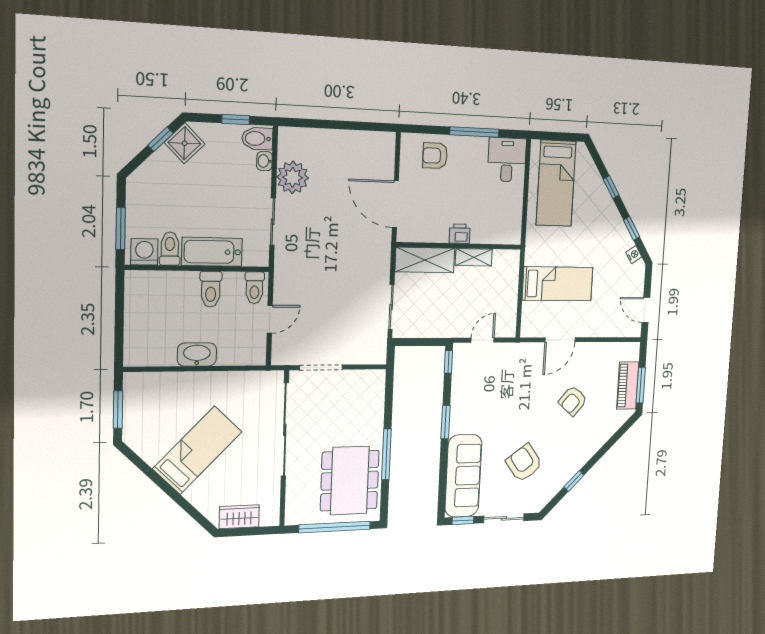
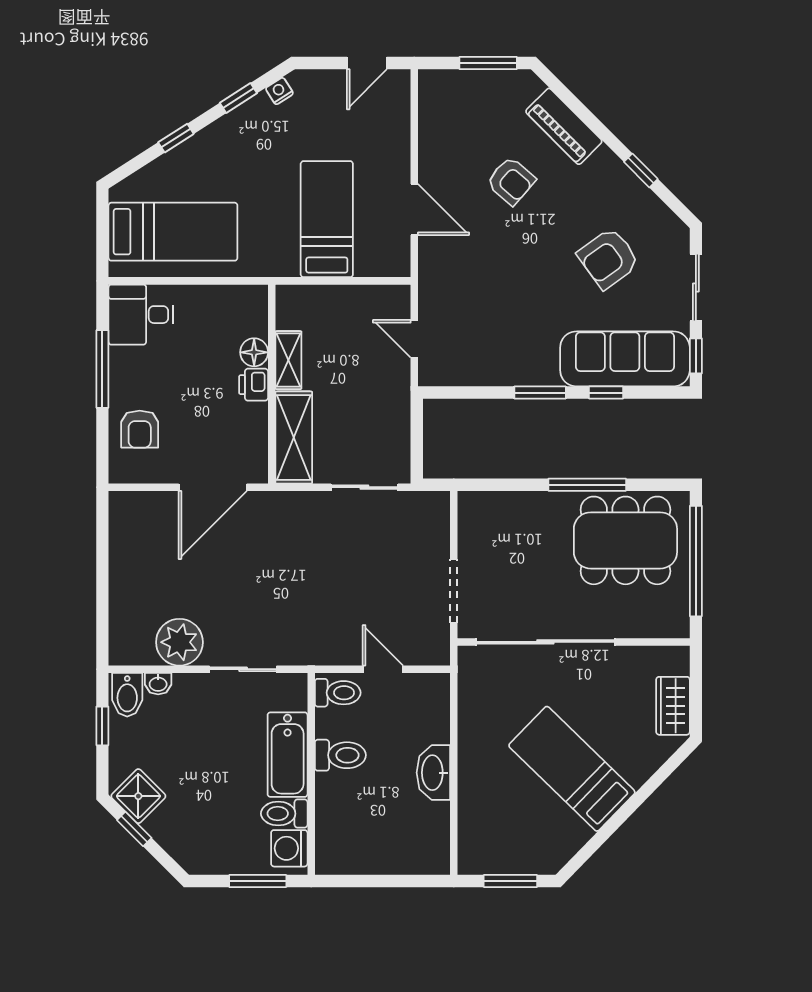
floor lamp: (480, 235) -> (254, 352), added
window: (448, 362) -> (606, 393), moved
piano: (628, 385) -> (564, 126), moved, turned 45

